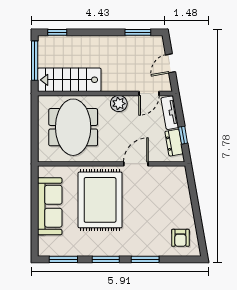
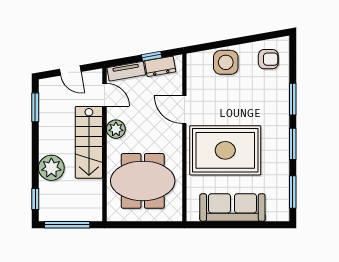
plant: (85, 47) -> (51, 168), added
stairs: (69, 80) -> (89, 142), moved
side table: (178, 200) -> (226, 62), added

